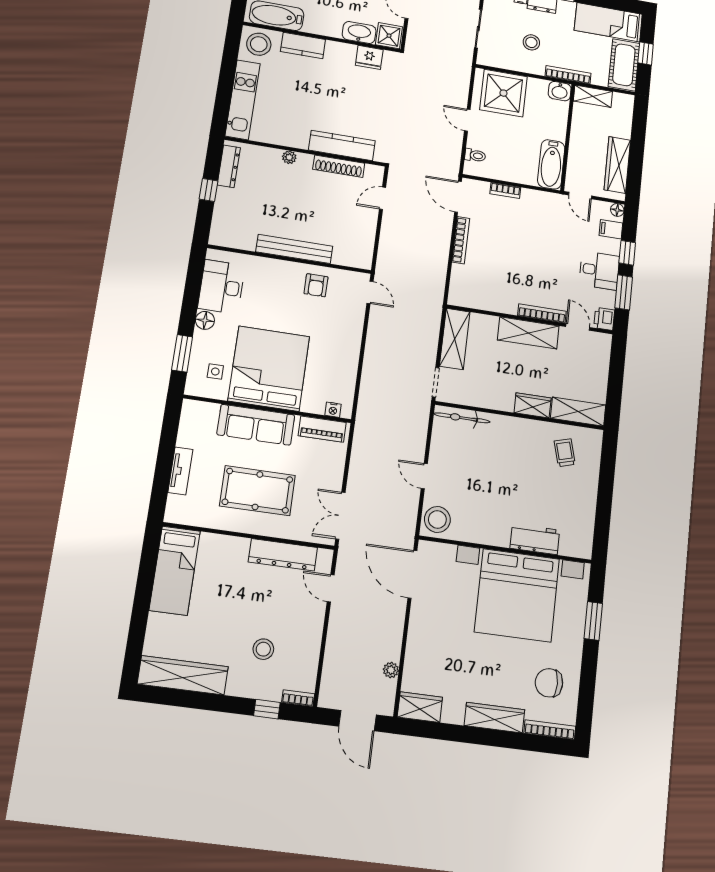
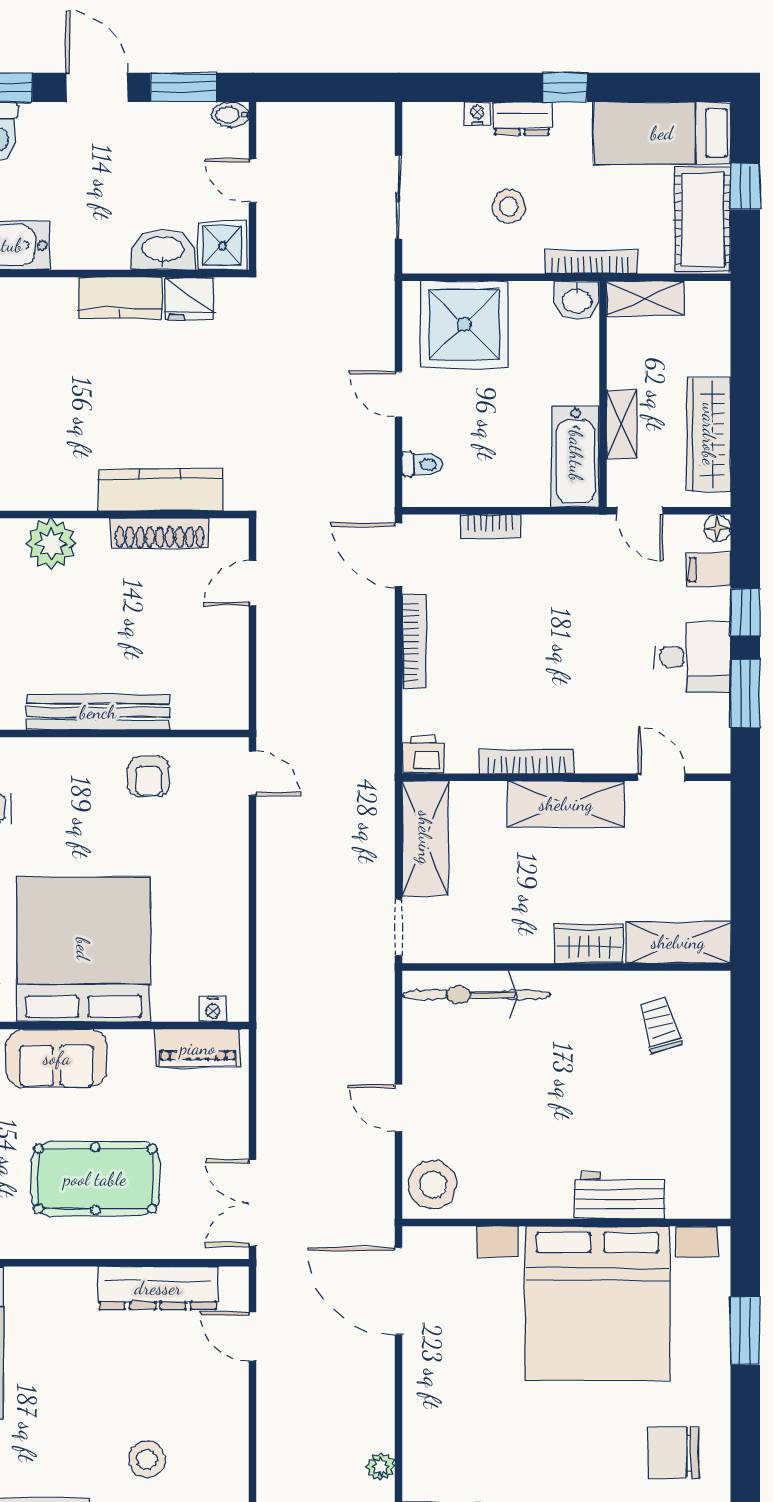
kitchen counter: (303, 46) -> (120, 298), moved
shelving: (576, 153) -> (622, 424), added
plant: (289, 157) -> (51, 544), width x1.88, depth x1.88
bookcase: (542, 313) -> (527, 762), moved
printer: (604, 319) -> (423, 755), moved, turned 90
bicycle: (462, 418) -> (476, 995), width x1.37, depth x1.40
sofa: (256, 425) -> (57, 1058), width x0.73

